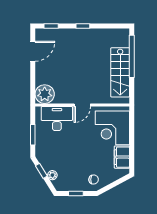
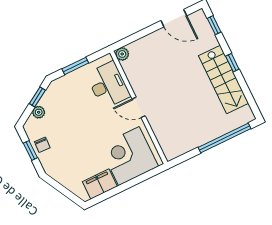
stairs: (120, 72) -> (224, 80), moved, turned -90
plant: (45, 94) -> (122, 54), width x0.53, depth x0.53
chair: (94, 180) -> (42, 145), moved

